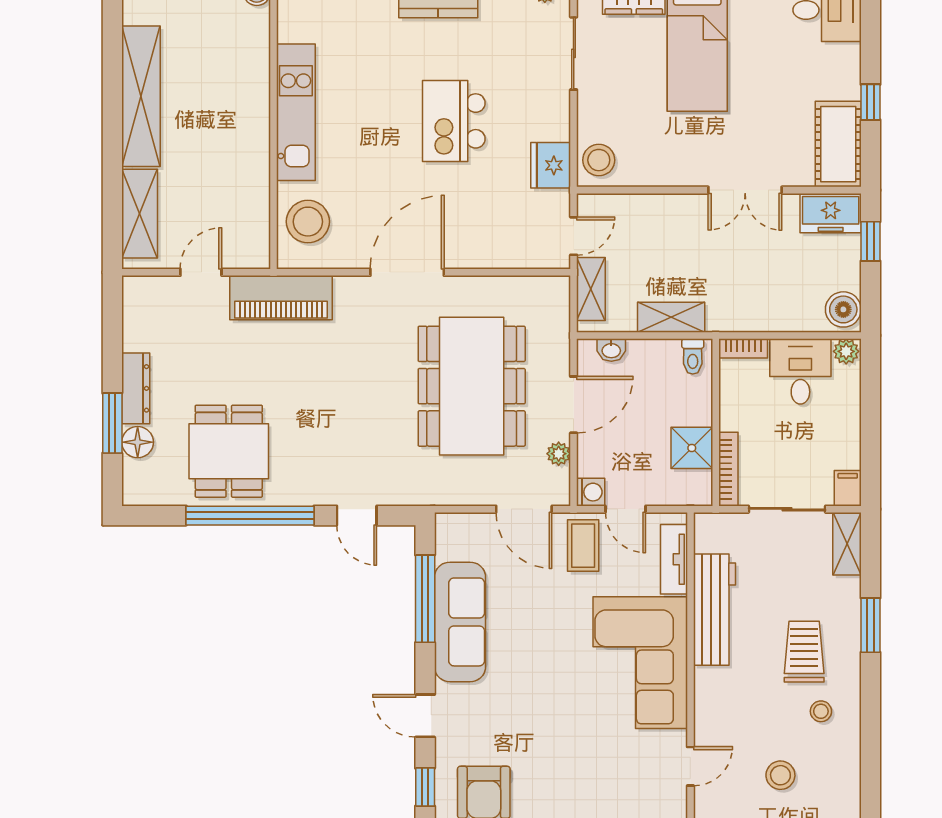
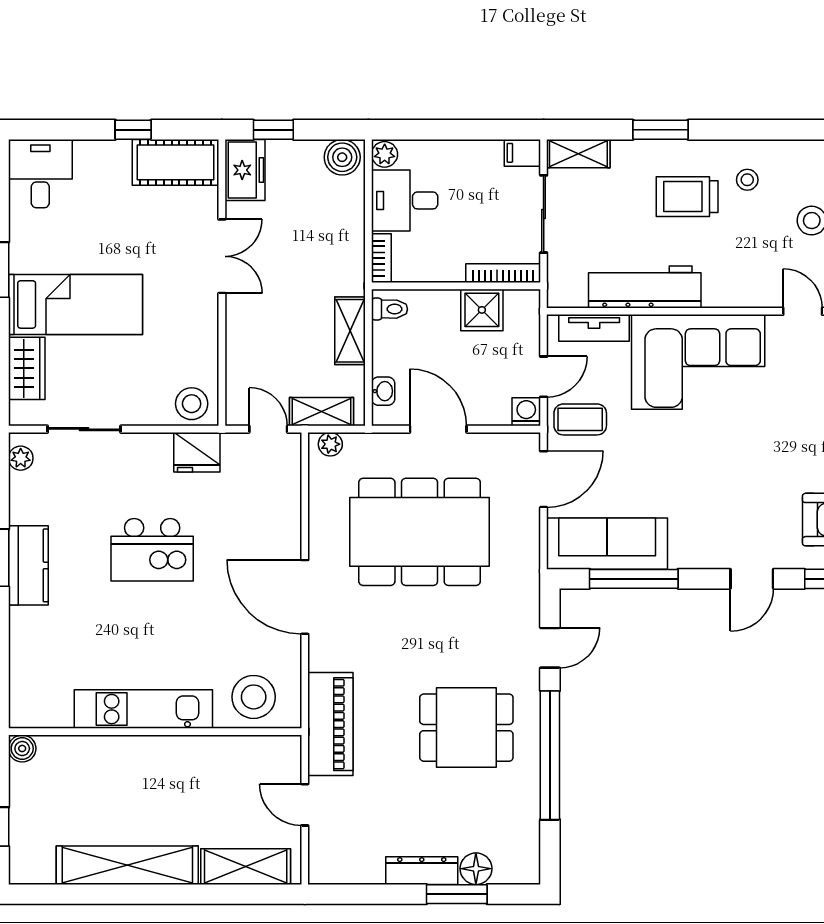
dining table: (229, 451) -> (466, 728), moved
plant: (559, 454) -> (330, 444), moved
sofa: (460, 622) -> (607, 544), moved

